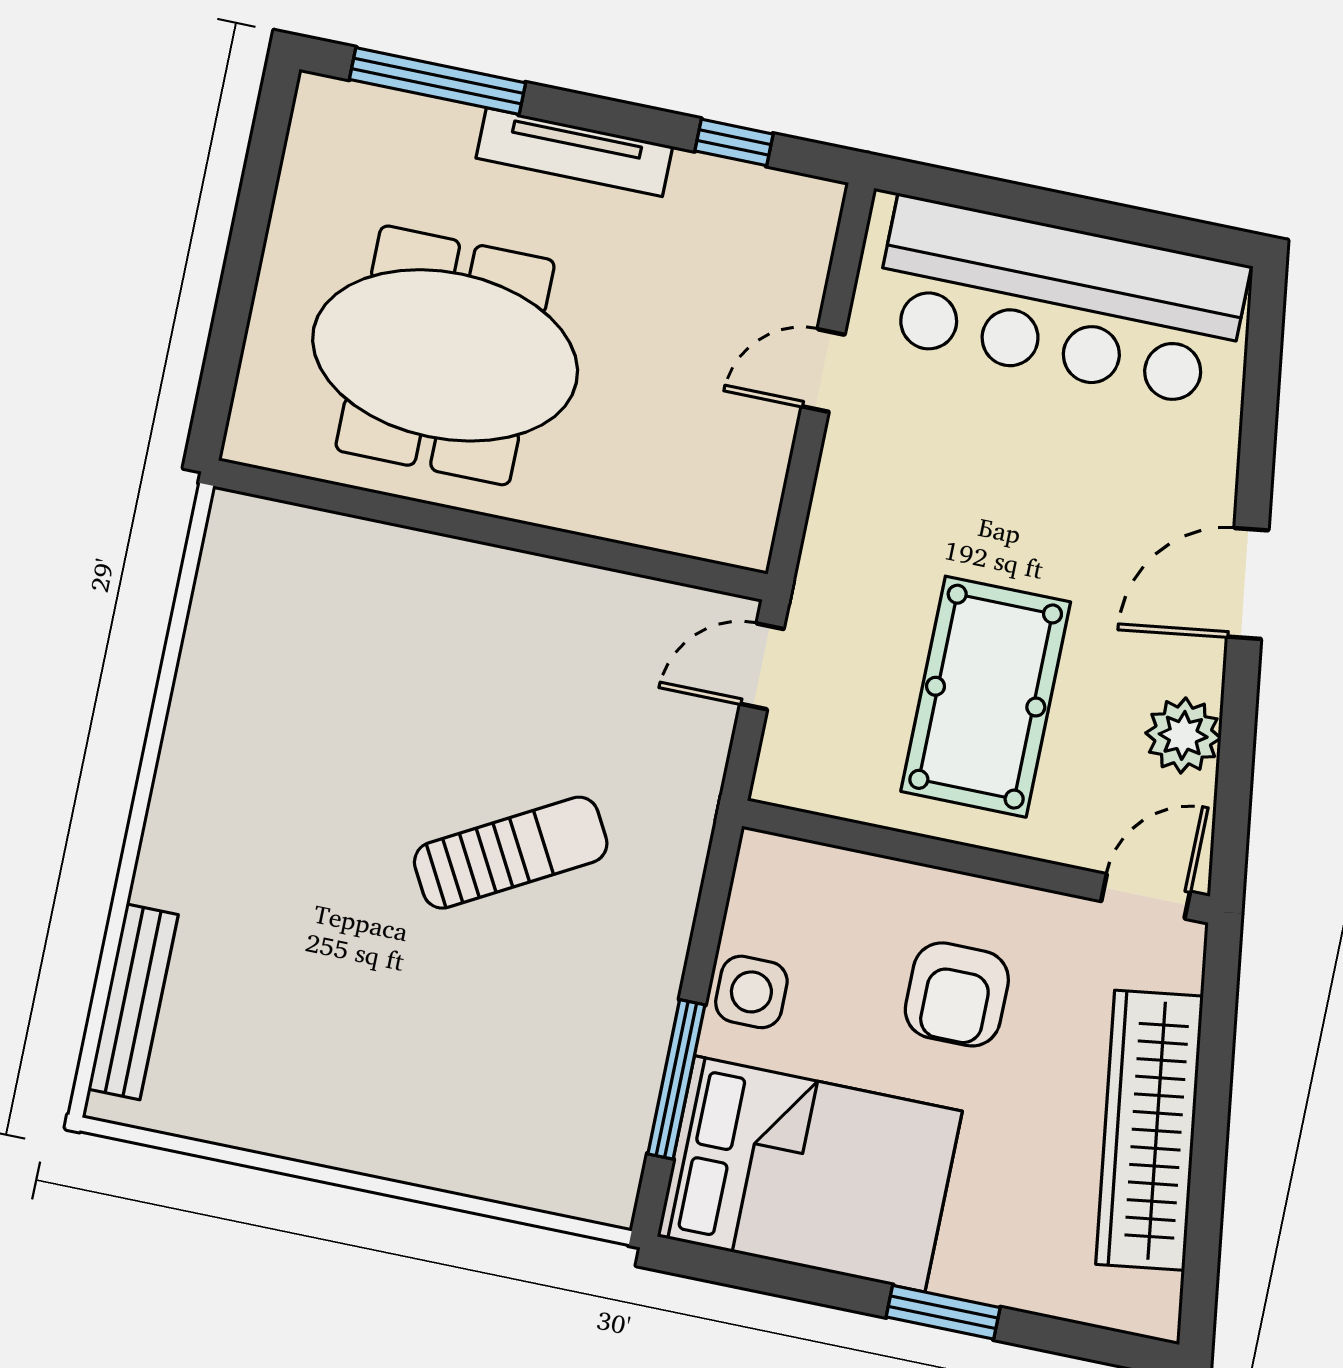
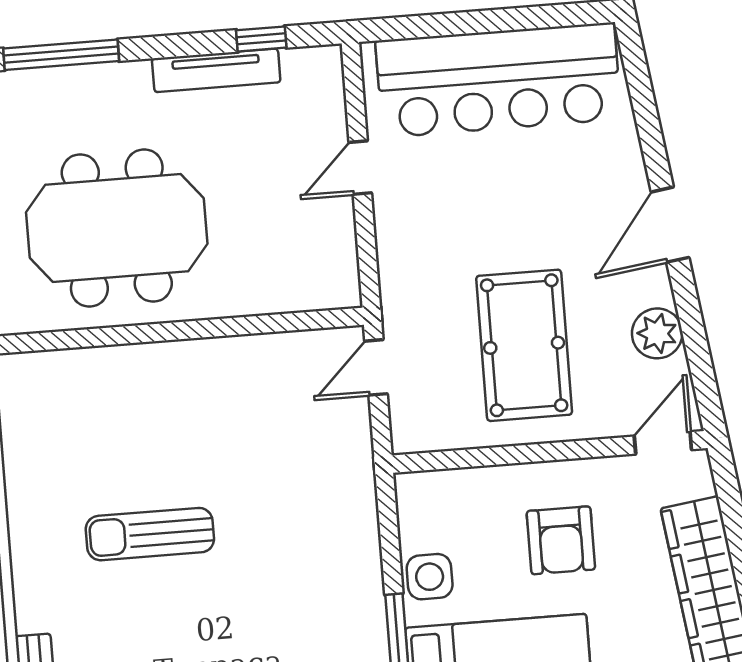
tv unit: (574, 152) -> (216, 70), moved
sun lounger: (511, 853) -> (150, 534), moved, turned -151

